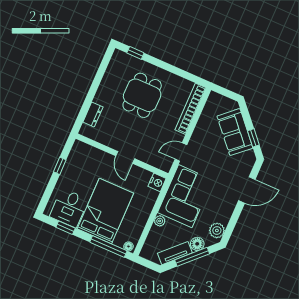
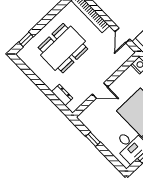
dining table: (142, 95) -> (63, 48), width x1.38
door: (125, 157) -> (100, 91), moved

